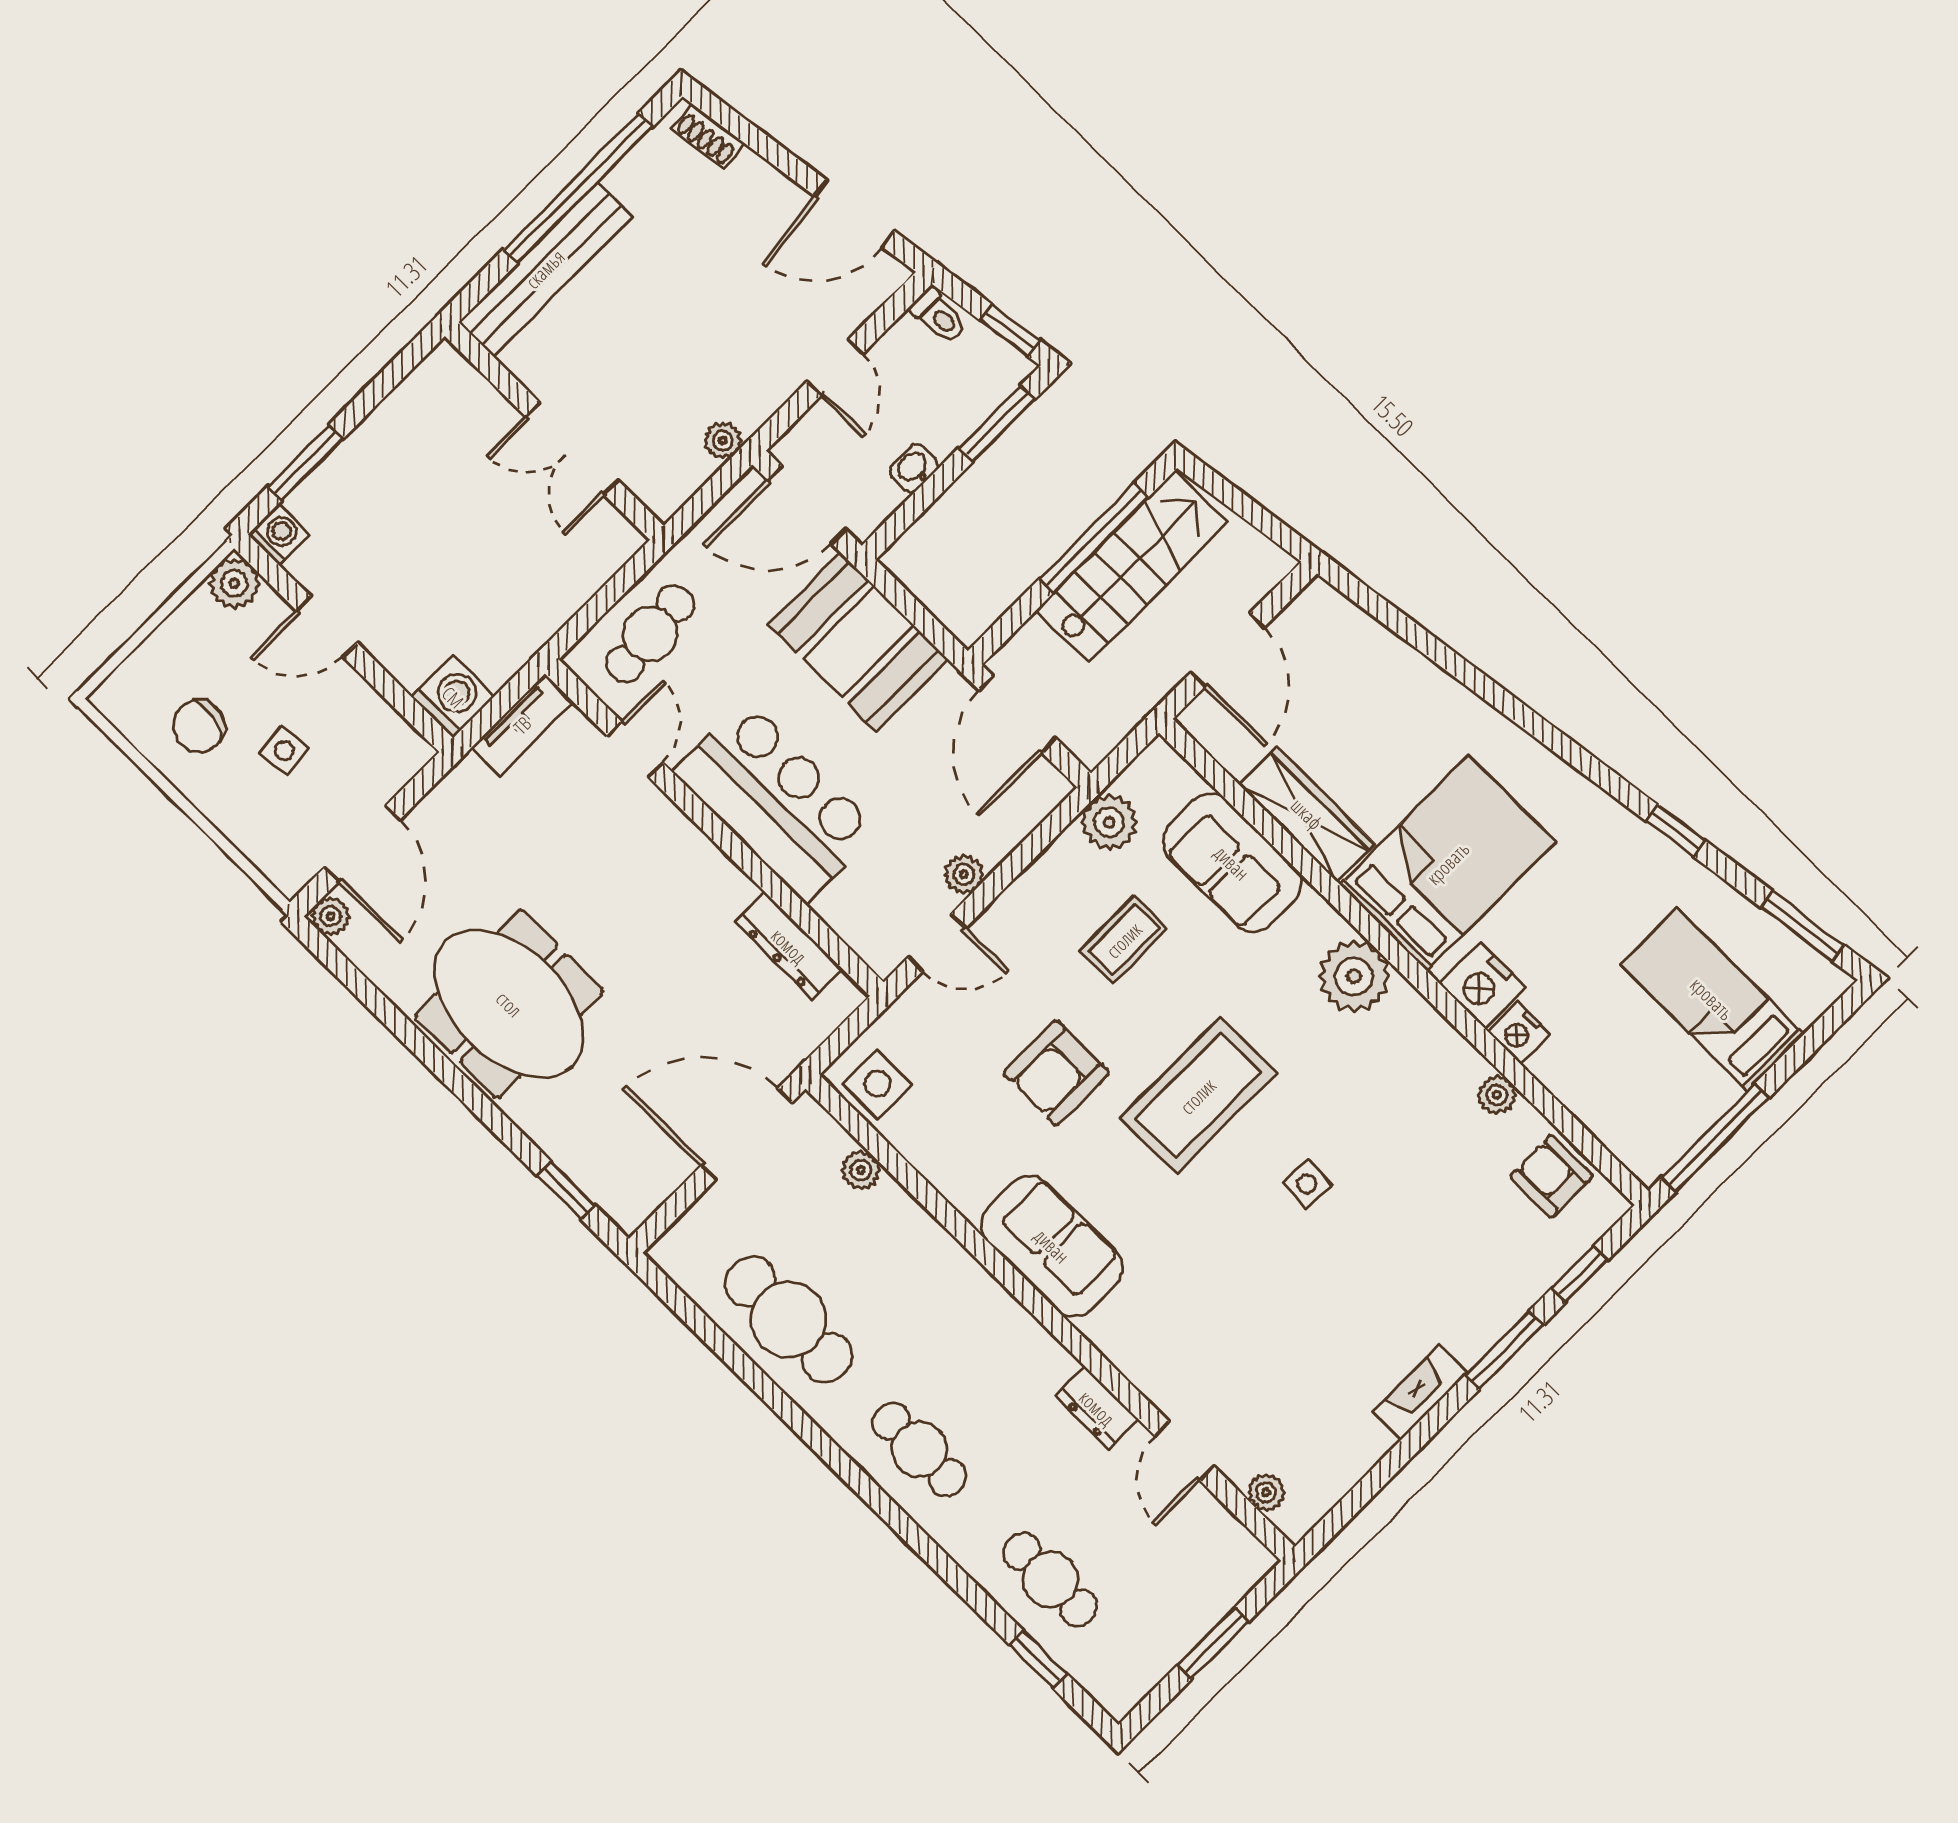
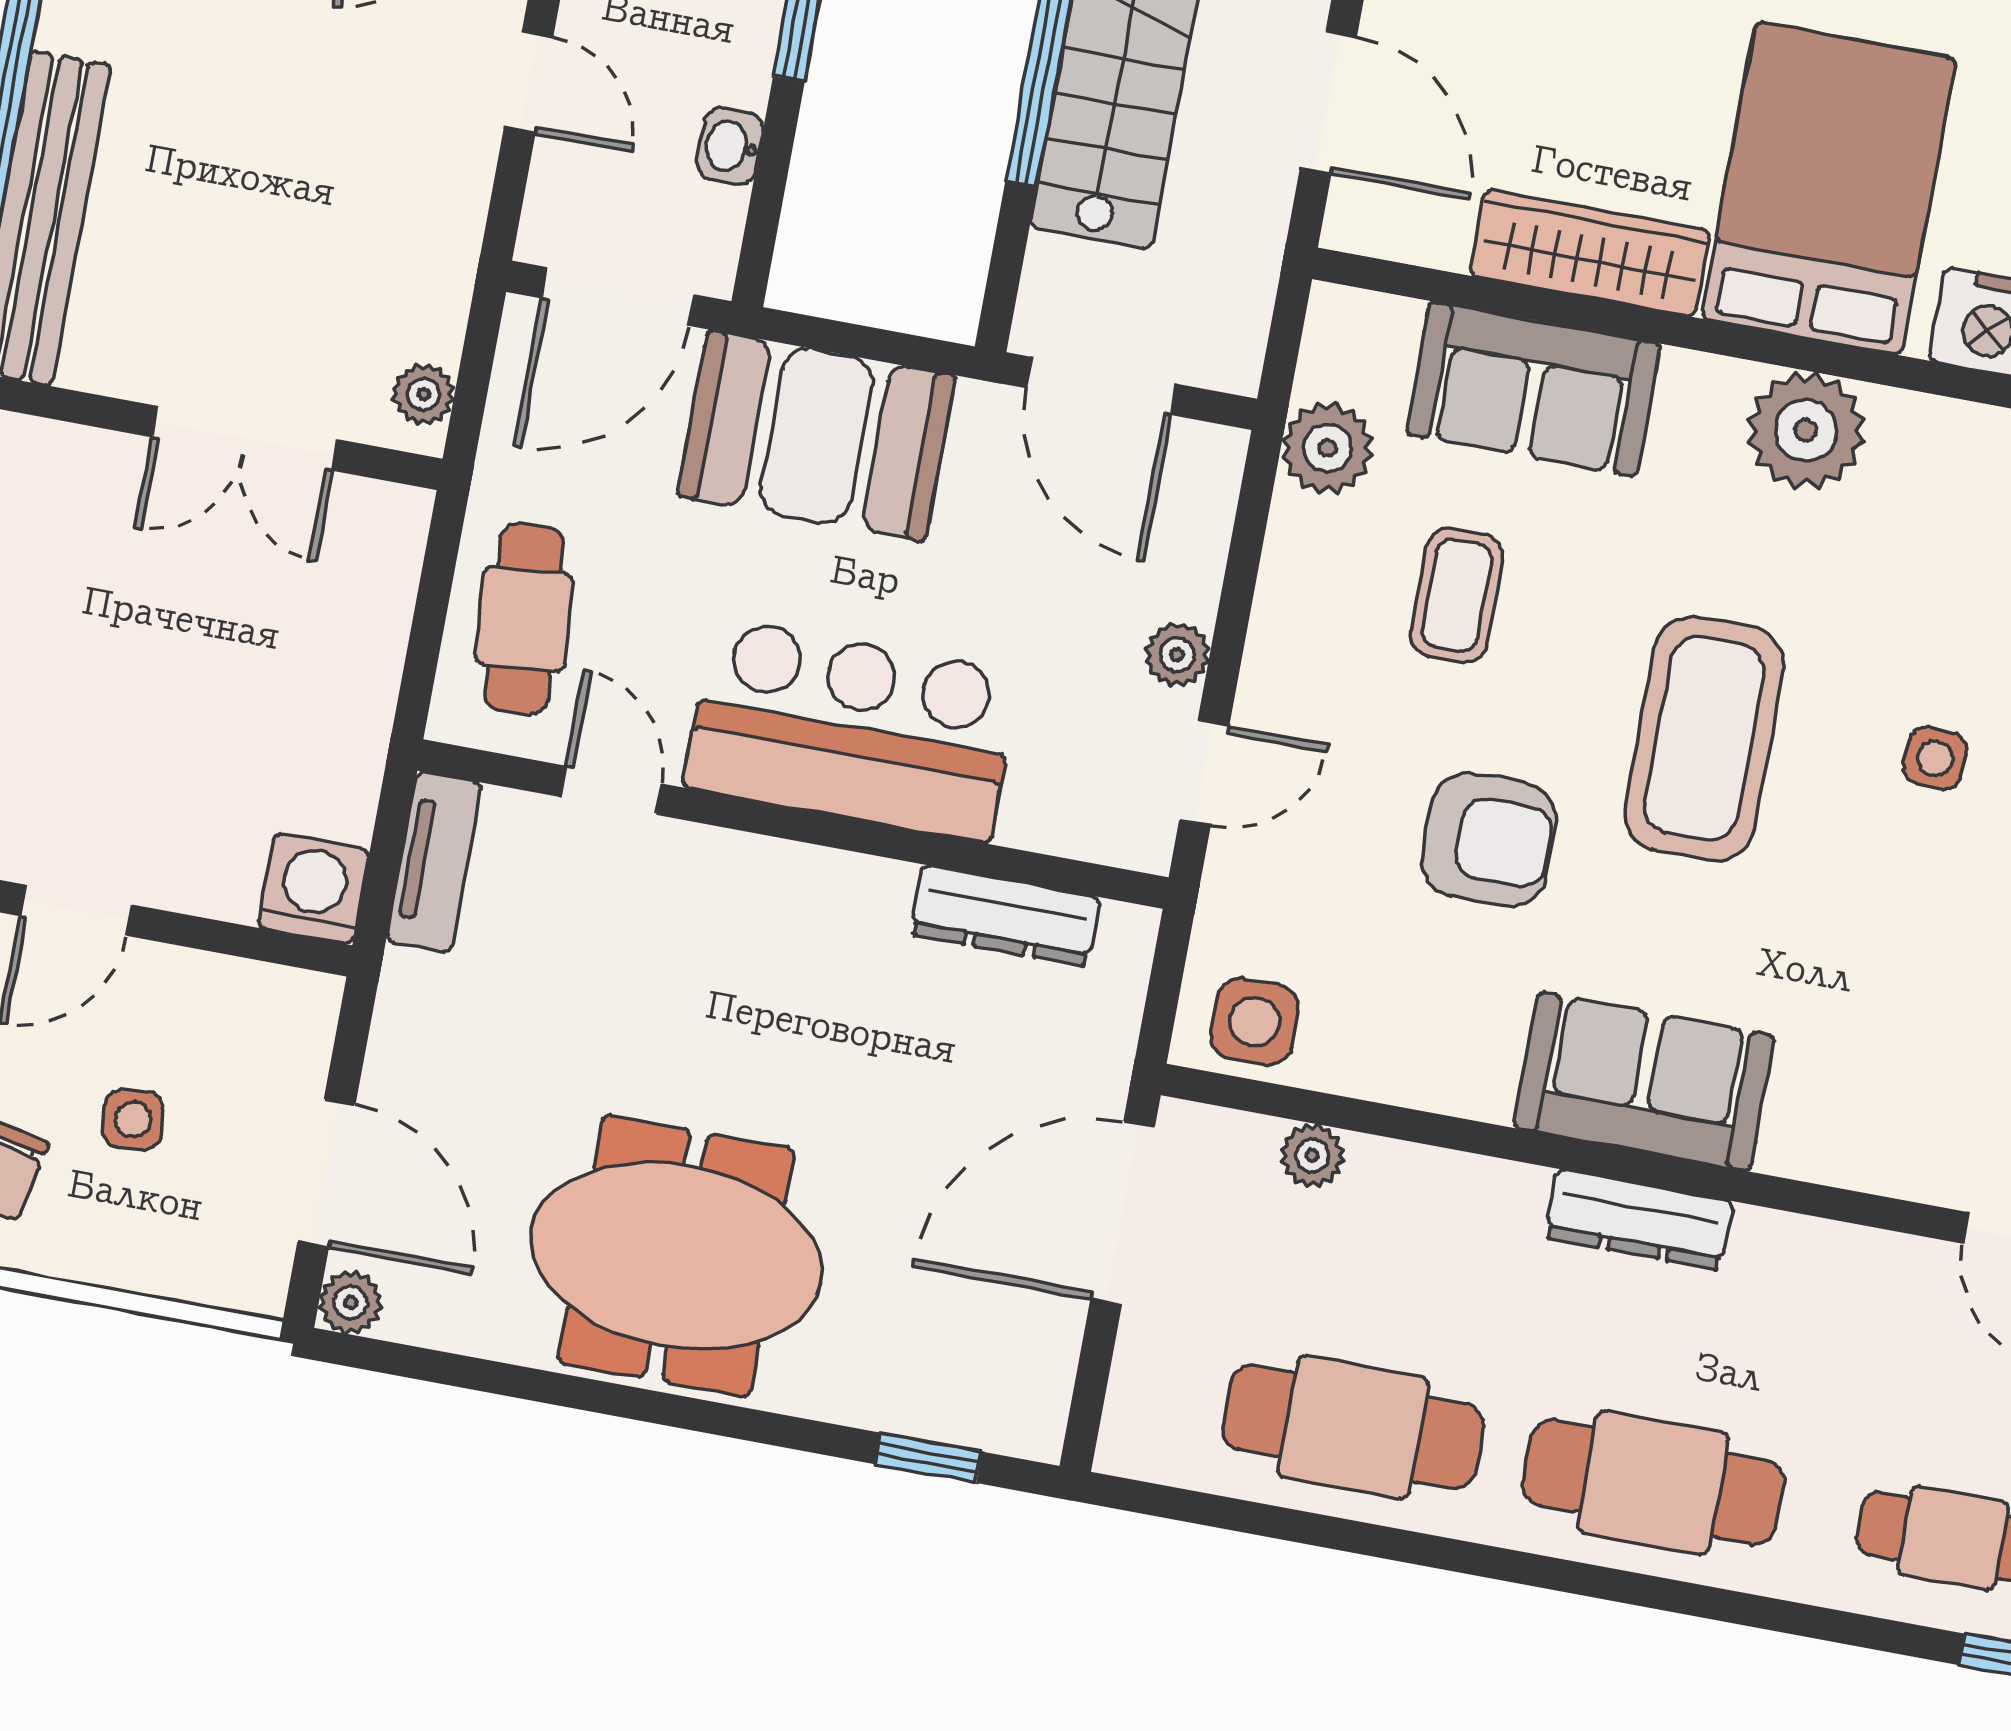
plant: (723, 440) -> (424, 394), moved
armchair: (1056, 1073) -> (1489, 840), turned -90
dresser: (1097, 1408) -> (1639, 1220), moved, width x1.44
cafe table: (919, 1450) -> (1653, 1483), width x1.37, depth x1.35

